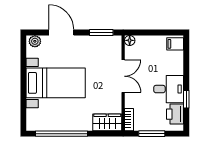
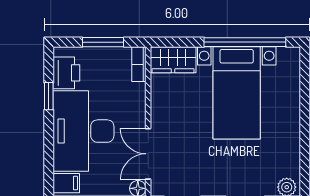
double door: (123, 76) -> (148, 154), moved
bed with nightstands: (56, 83) -> (237, 93), moved, turned -90
desk: (169, 89) -> (84, 131), width x1.87, depth x1.30

